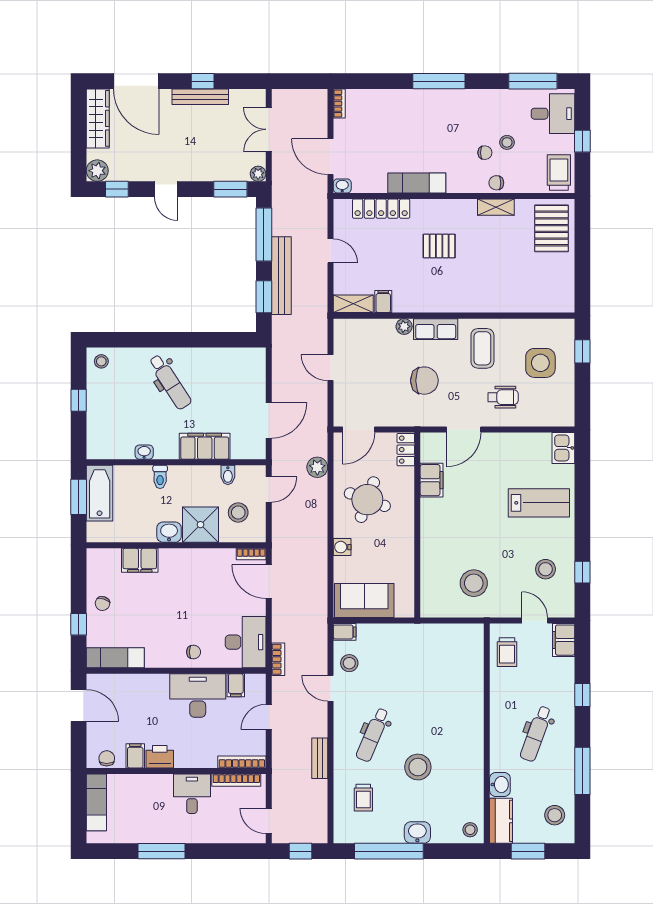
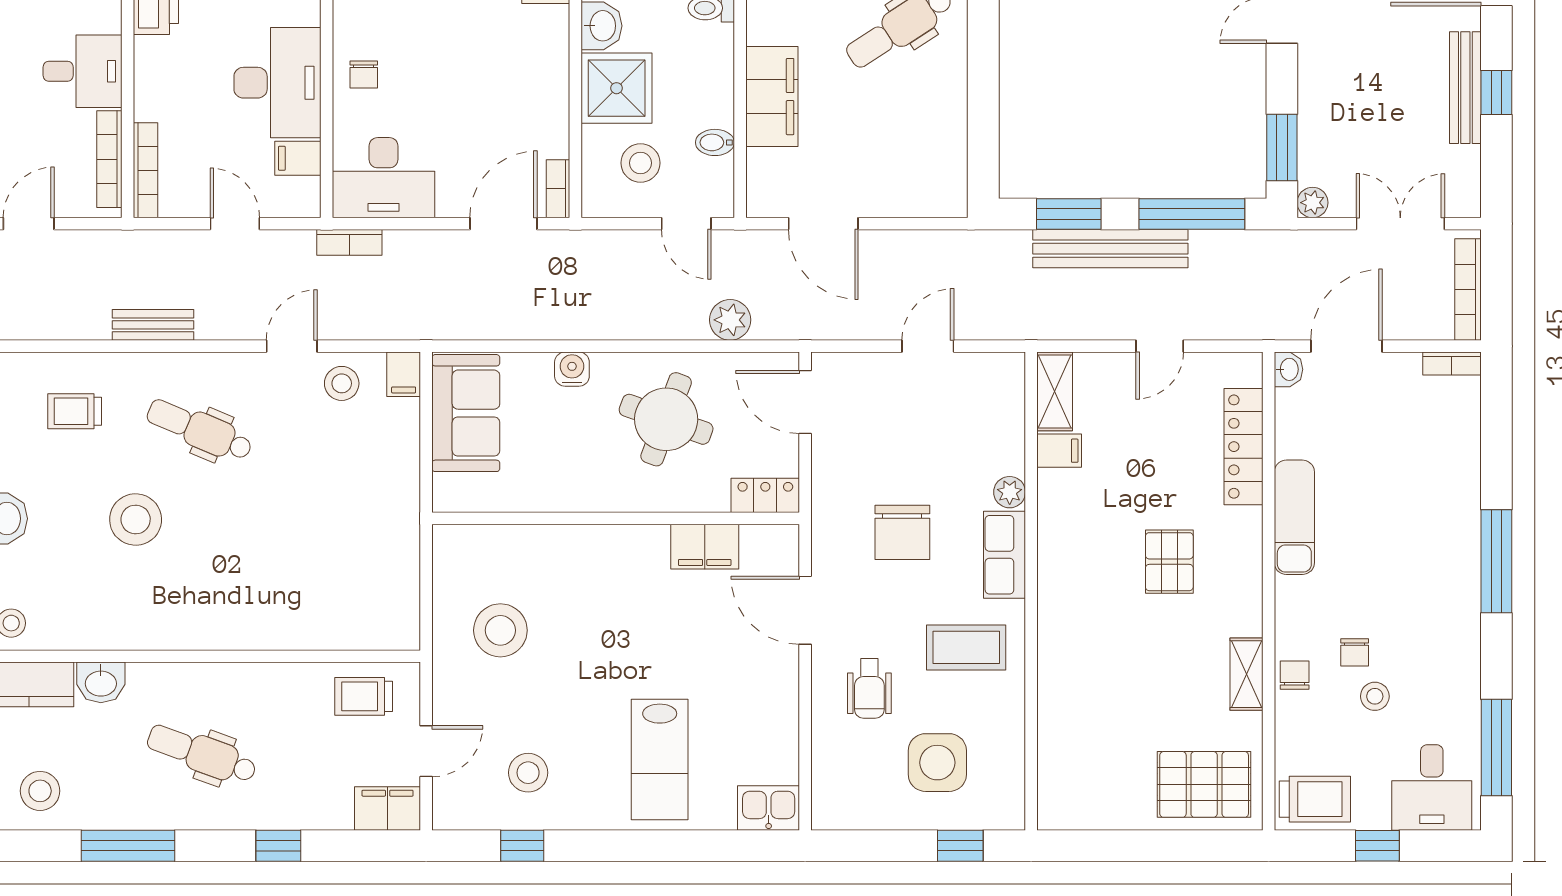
bookcase: (302, 95) -> (1468, 290), added

